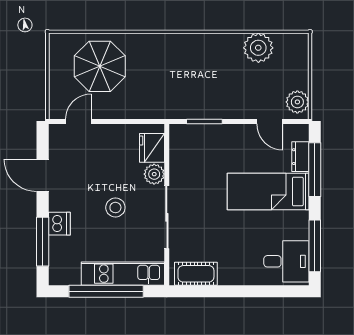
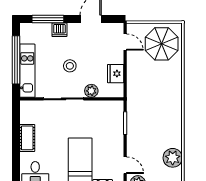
parasol: (100, 66) -> (162, 44), moved
door: (270, 122) -> (125, 165), swing flipped
fridge: (152, 148) -> (116, 74), moved, turned -90
cot: (196, 274) -> (27, 138), moved

